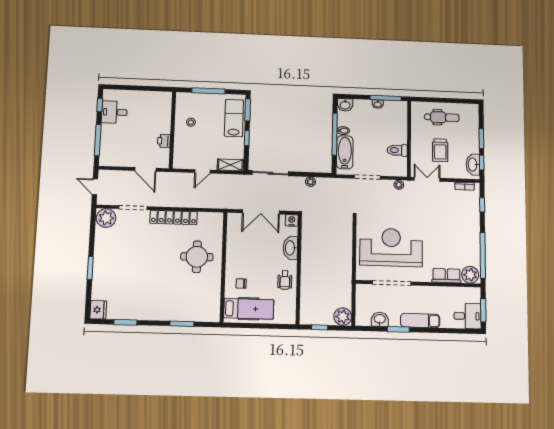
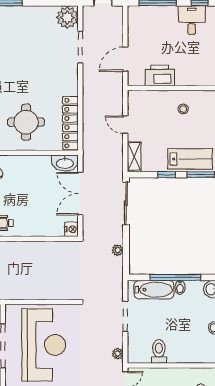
printer: (164, 141) -> (160, 75), width x1.87, depth x1.48
locker: (174, 217) -> (70, 123), moved
washbasin: (290, 248) -> (65, 163), moved, turned 180

